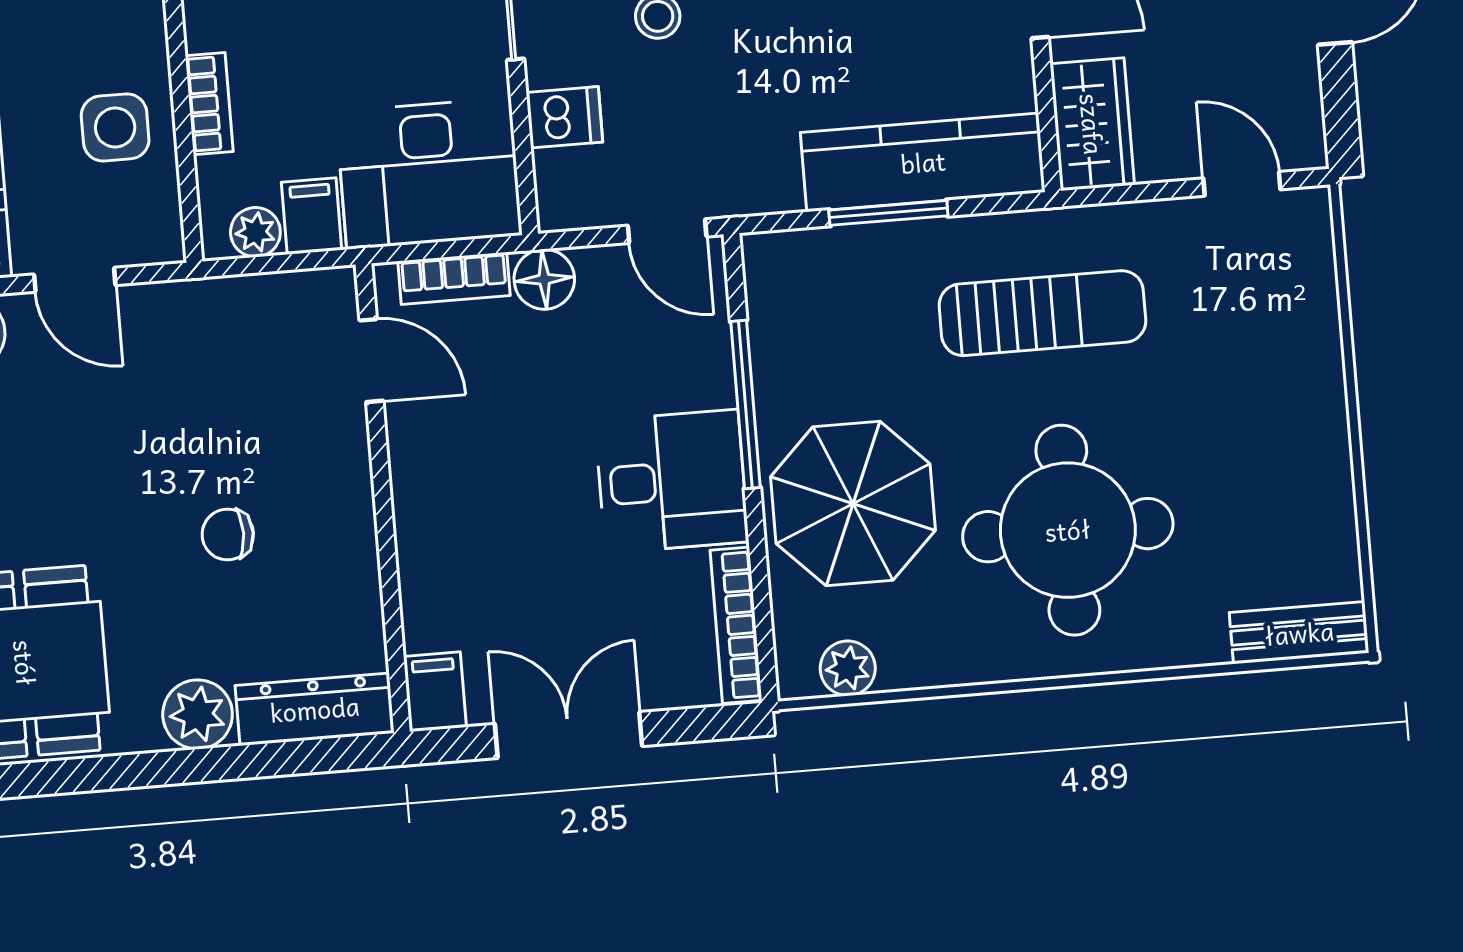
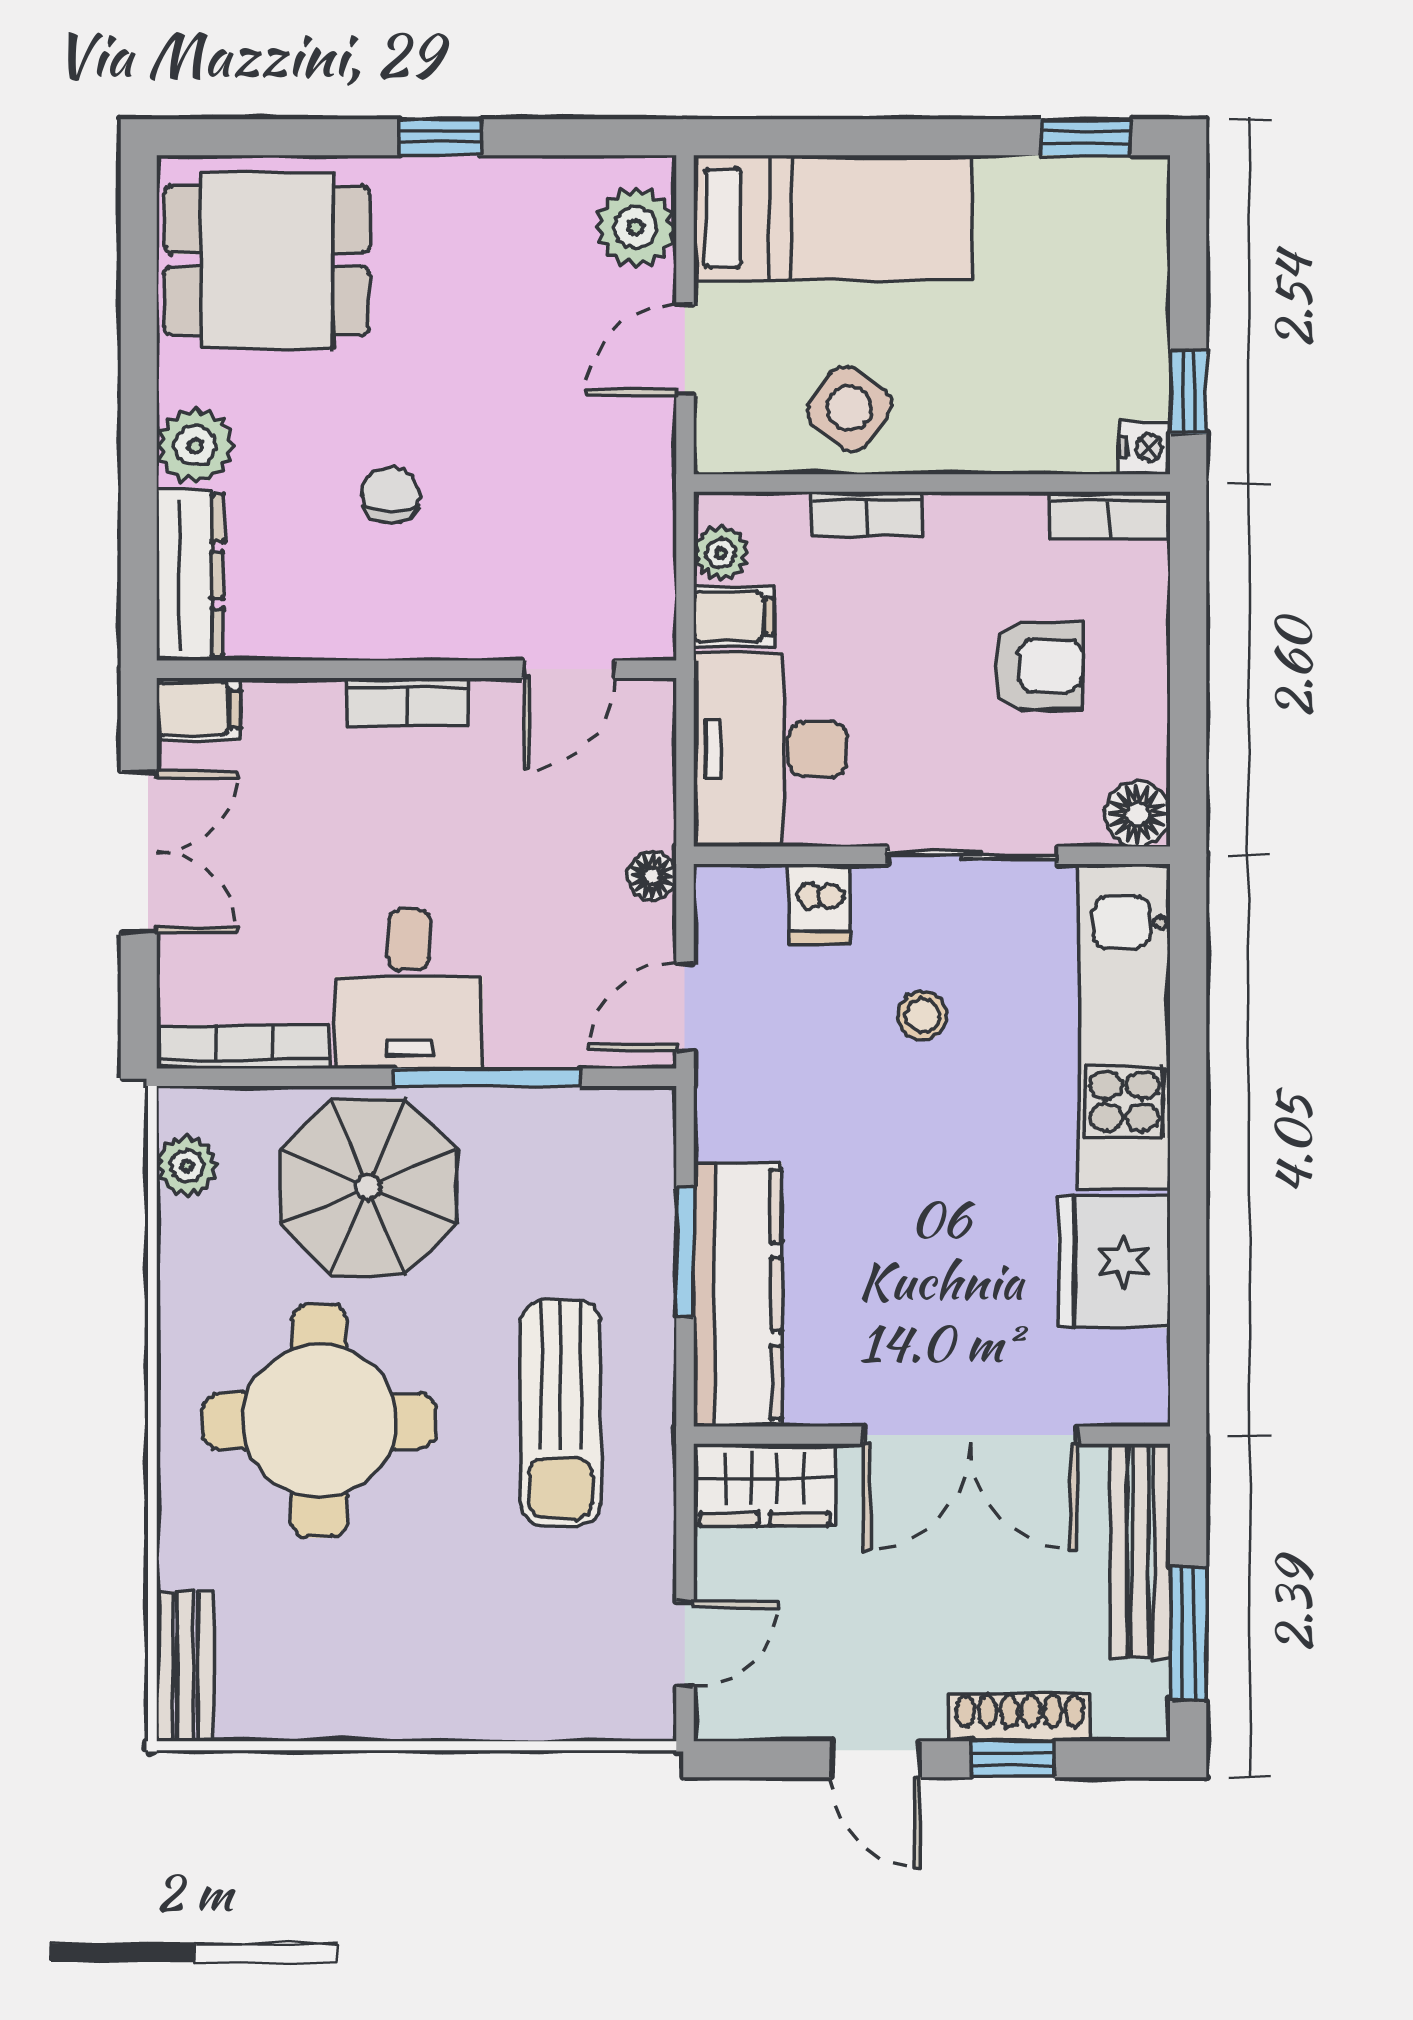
side table: (115, 127) -> (849, 408), turned 37
bookcase: (454, 278) -> (407, 702), moved, turned -90
floor lamp: (544, 279) -> (652, 876), width x0.73, depth x0.73

